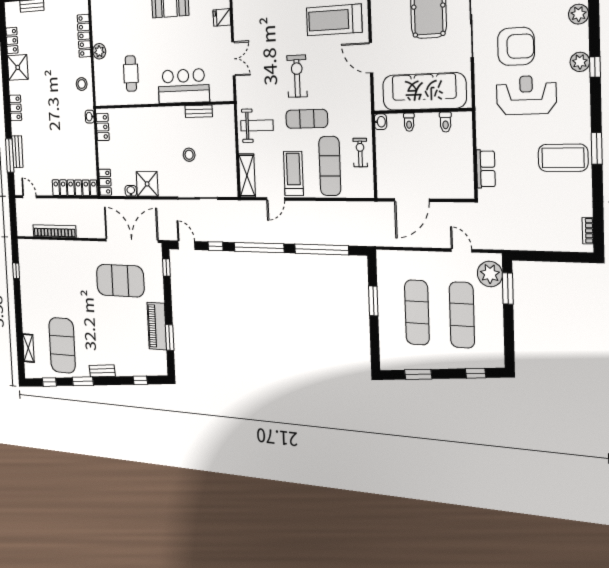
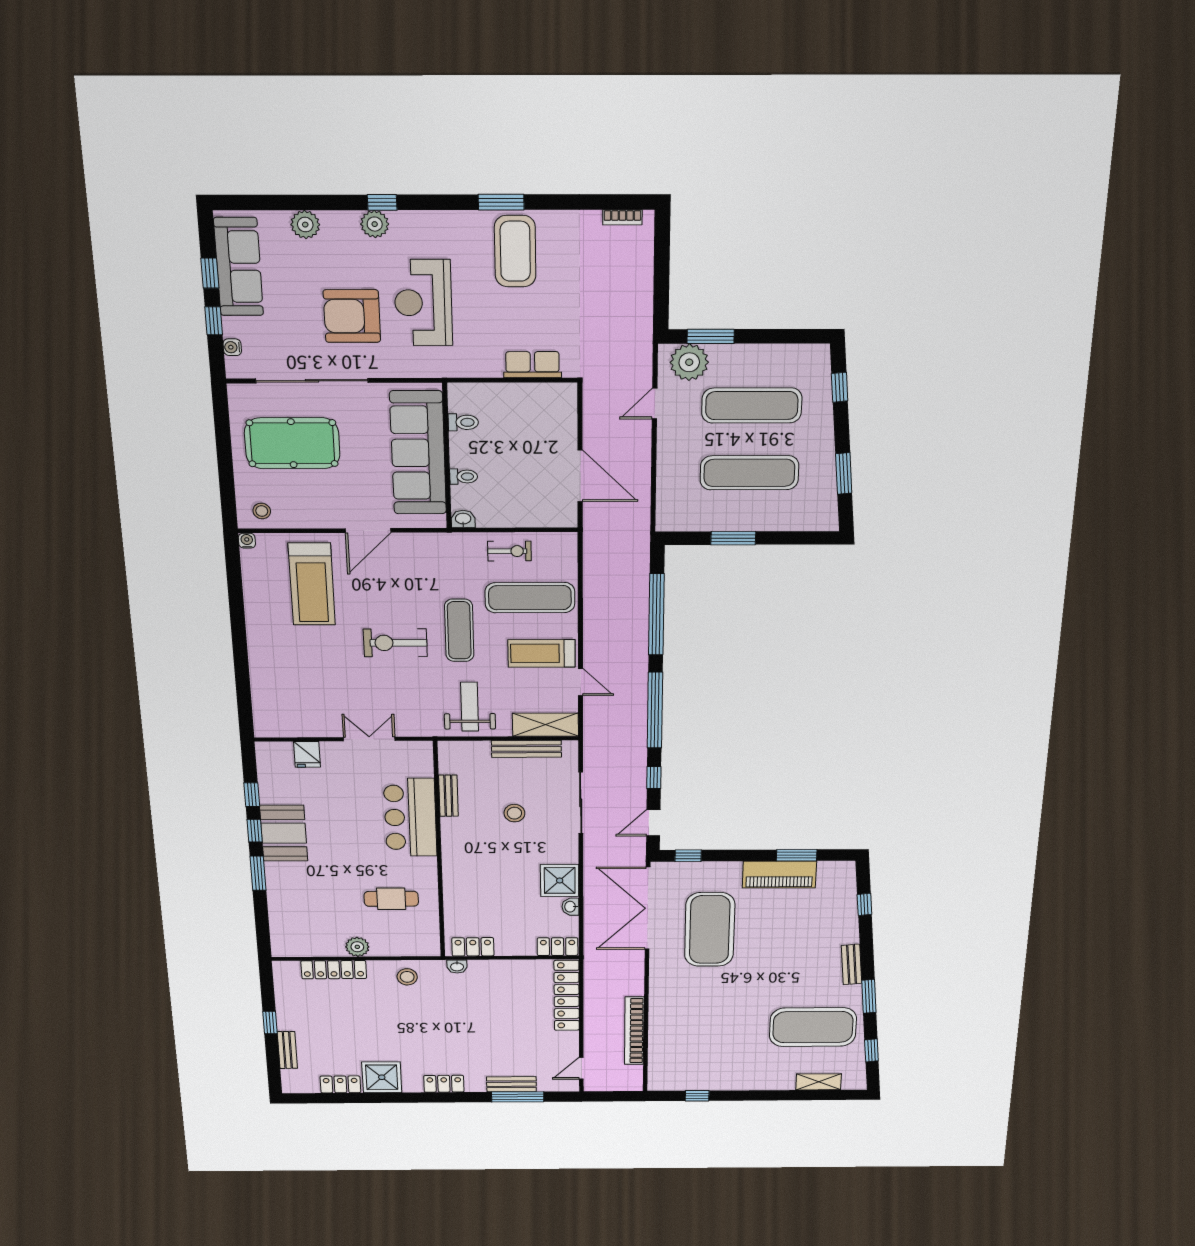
armchair: (516, 46) -> (352, 316), turned -90
exercise bike: (360, 153) -> (509, 551), turned 180
bench: (231, 163) -> (526, 749), added

